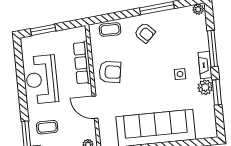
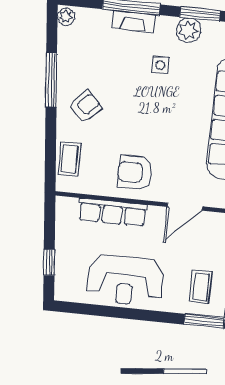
window: (43, 30) -> (49, 262), width x0.67
fireplace: (205, 65) -> (133, 21), moved
armchair: (110, 72) -> (135, 173), turned -99

